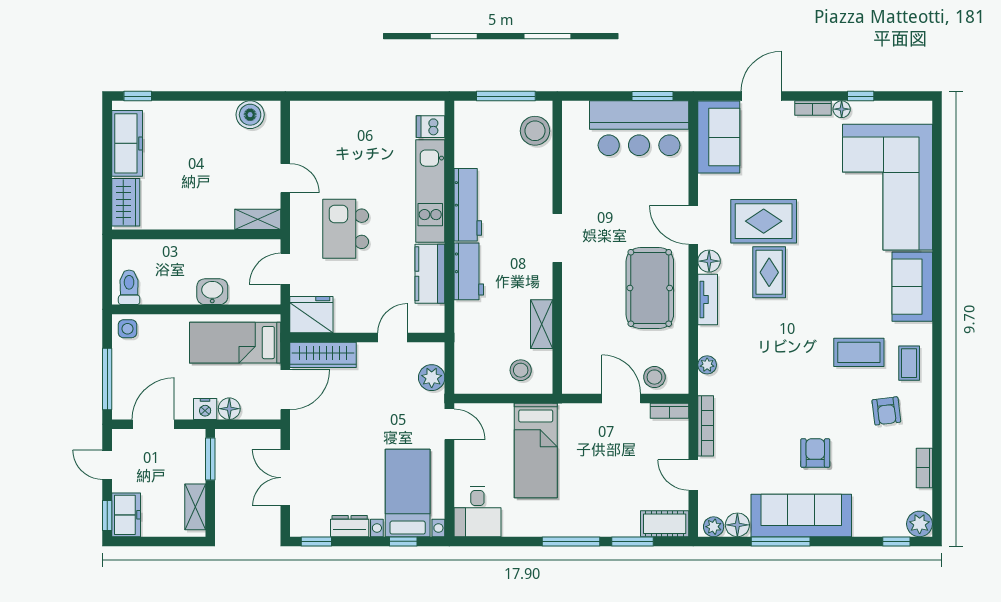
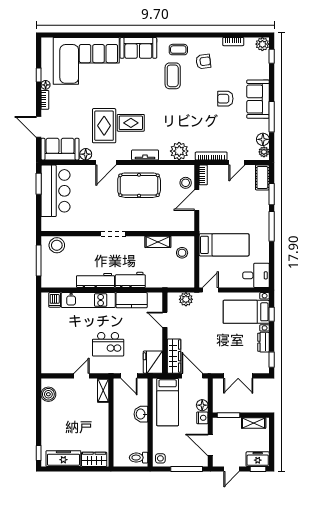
floor lamp: (709, 261) -> (86, 154), moved
plant: (707, 365) -> (179, 151), width x1.88, depth x1.88
sofa: (801, 515) -> (258, 99), width x0.73

